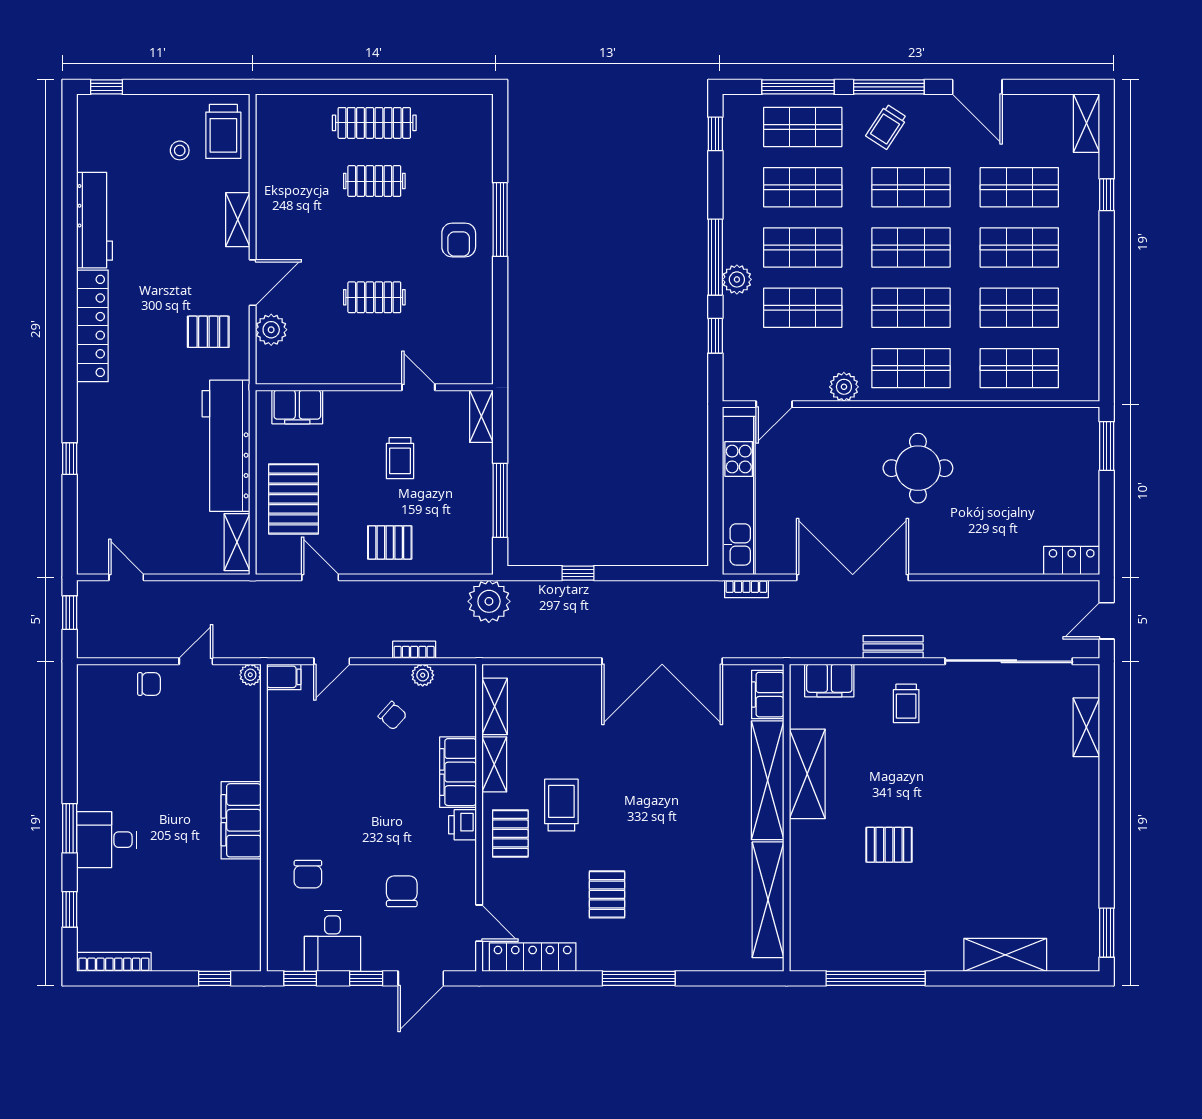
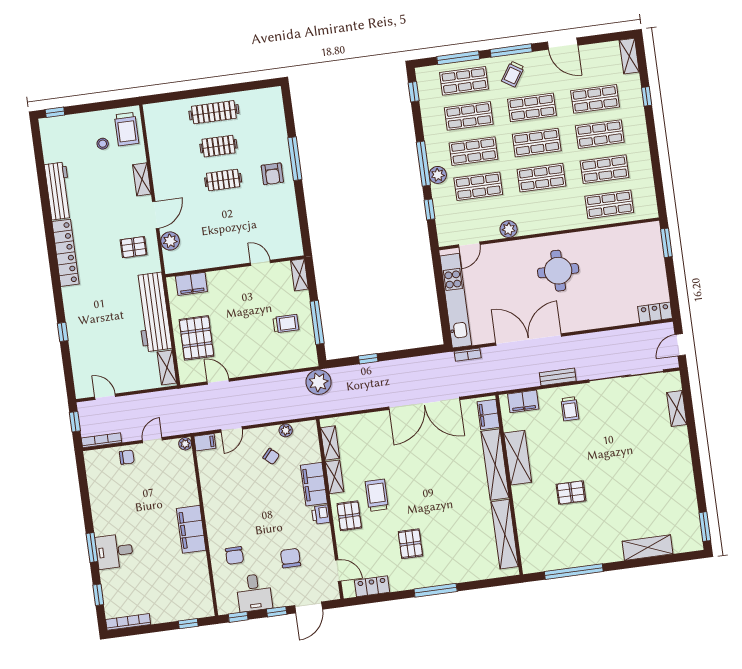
clothes rail: (374, 297) -> (223, 180), moved
shop shelf: (911, 368) -> (546, 213), removed
trolley: (400, 458) -> (286, 324), moved, turned -90
pallet: (390, 542) -> (256, 356), removed
bookcase: (414, 650) -> (101, 440), moved, width x1.56
locker: (533, 957) -> (372, 586), width x0.66

